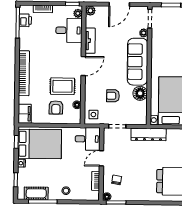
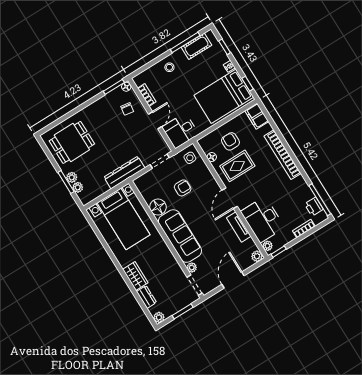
desk: (69, 30) -> (263, 219), width x1.37

